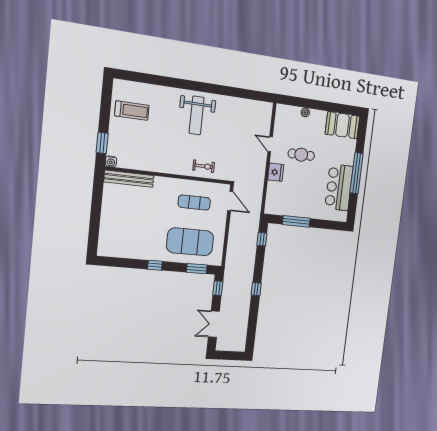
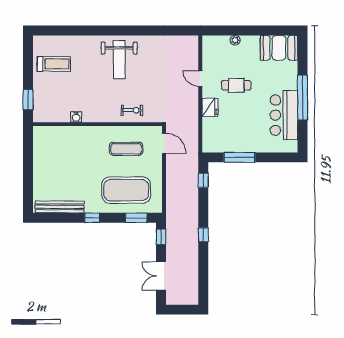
water cooler: (111, 162) -> (76, 117), moved
bench: (129, 179) -> (60, 207), moved

